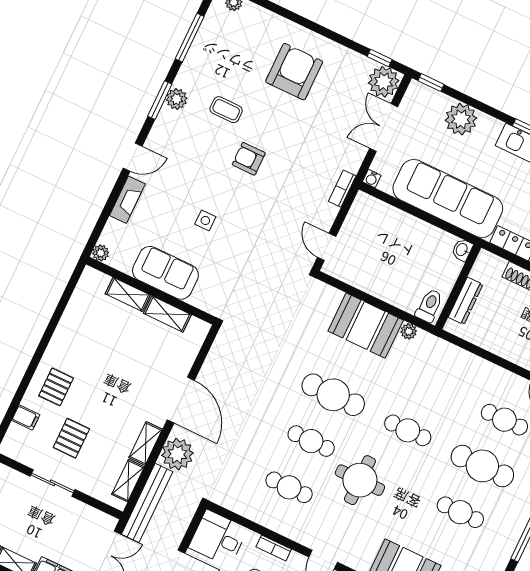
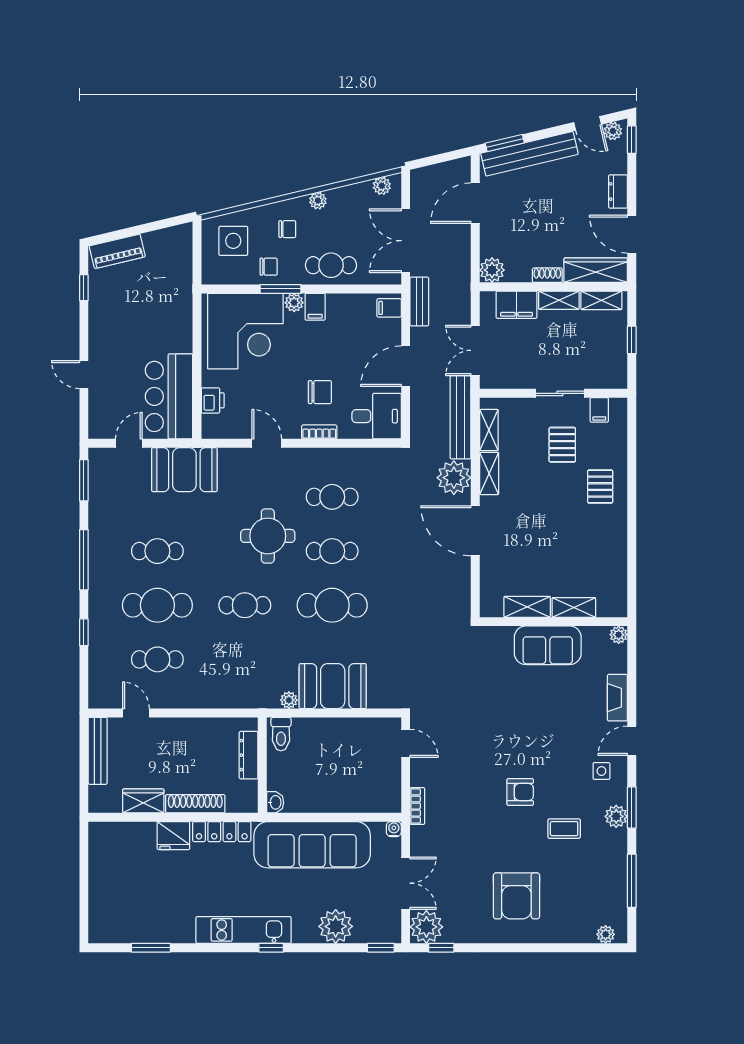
side table: (205, 220) -> (601, 771), moved
filing cabinet: (26, 418) -> (599, 410), moved, turned -90

